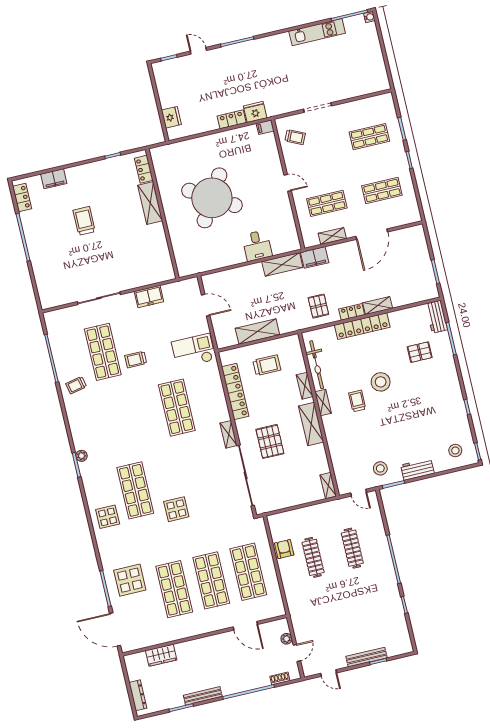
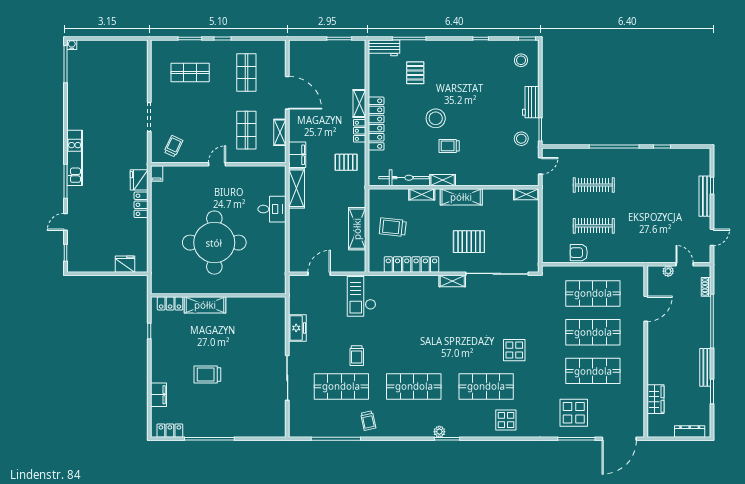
kitchen unit: (317, 32) -> (75, 158), moved
shop shelf: (369, 137) -> (190, 72), turned 90
round table: (212, 198) -> (214, 243), turned -31
trolley: (267, 365) -> (393, 227), turned -84
shop shelf: (177, 408) -> (414, 386), moved

